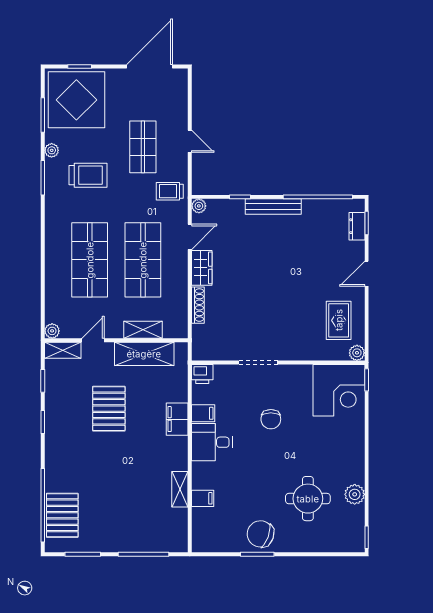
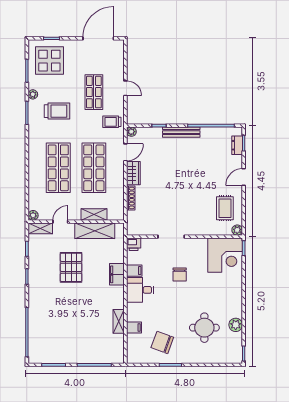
display table: (76, 100) -> (49, 61), width x0.73, depth x0.73
pallet: (62, 515) -> (40, 339), removed
chair: (261, 534) -> (162, 342), moved

